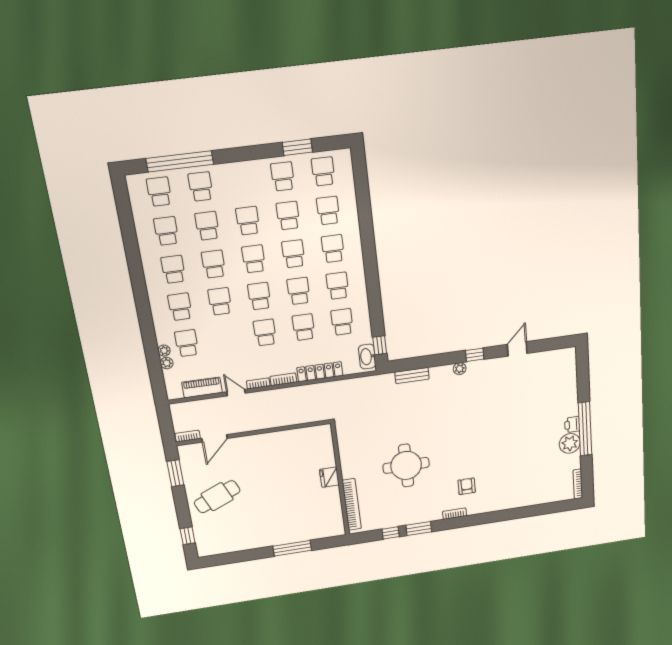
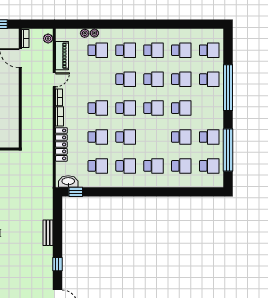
window: (297, 147) -> (228, 150), width x2.11
window: (180, 161) -> (228, 88), moved
school desk: (293, 254) -> (153, 137), removed
plant: (460, 369) -> (48, 39), moved
bench: (412, 376) -> (48, 233), moved

